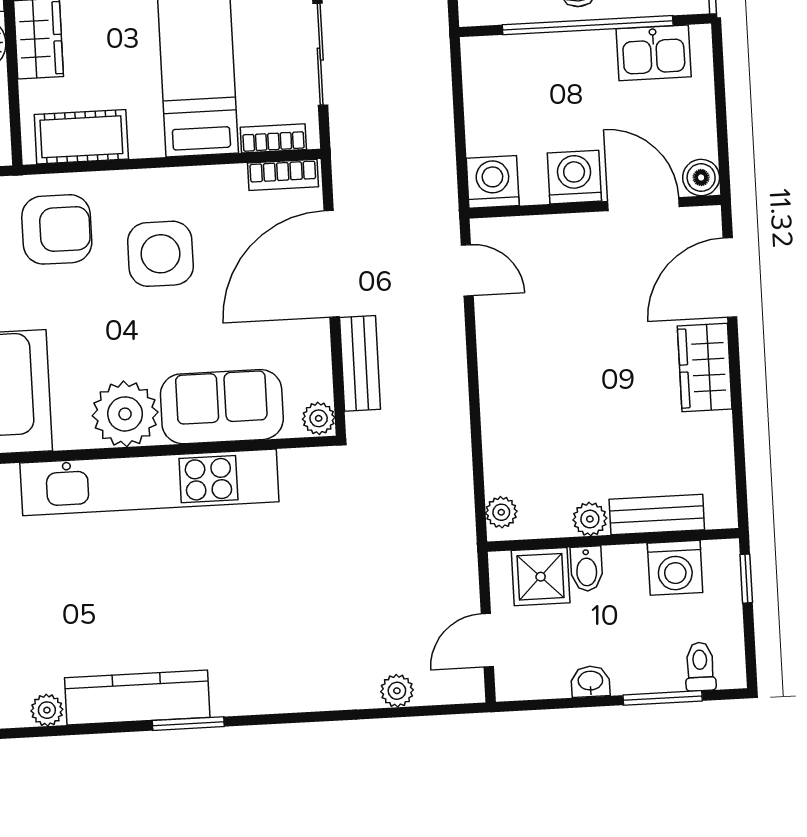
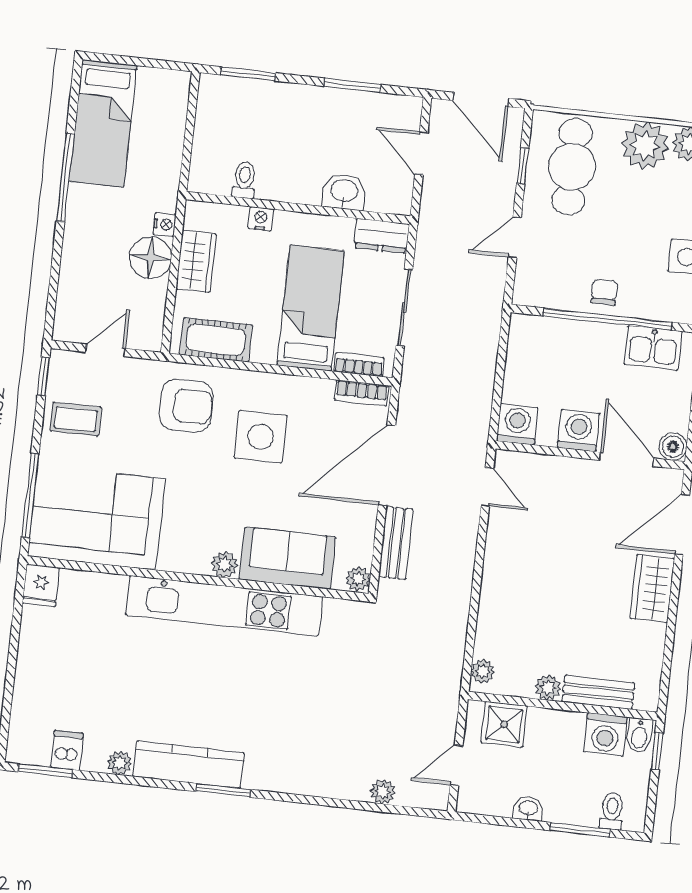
plant: (125, 414) -> (225, 565), width x0.53, depth x0.53
bidet: (587, 569) -> (639, 735), moved

